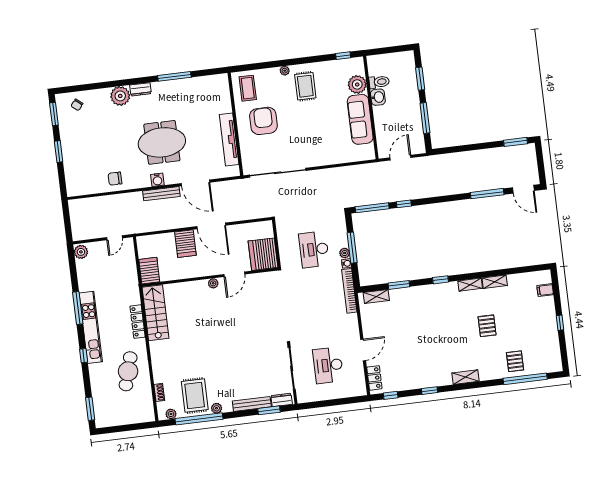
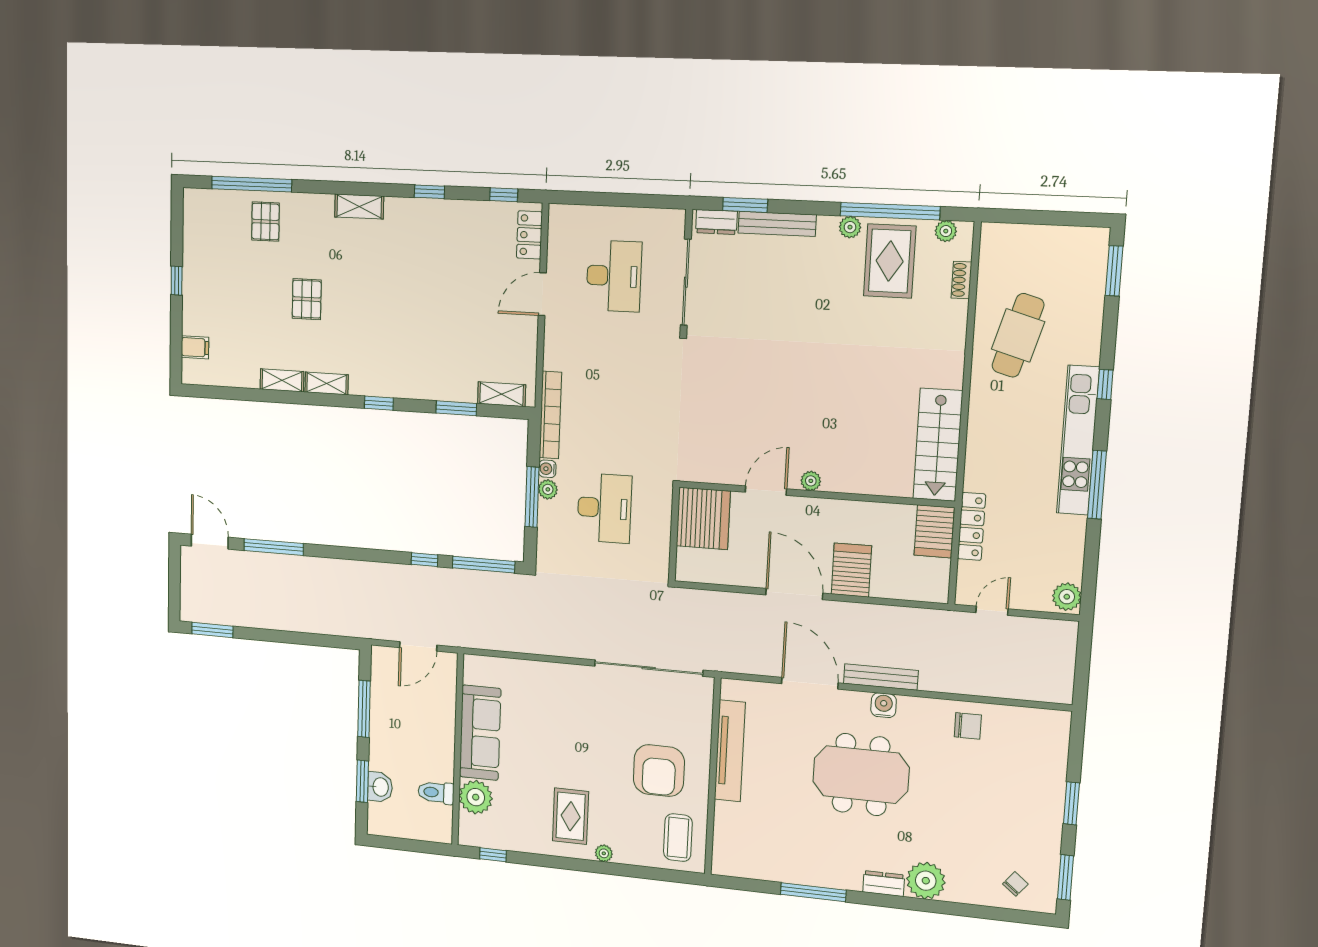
washbasin: (378, 97) -> (380, 787), moved, turned 180
locker: (138, 322) -> (972, 526), moved

